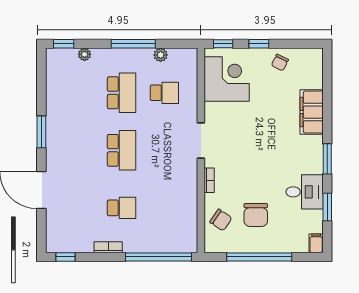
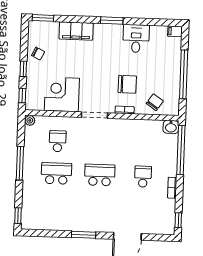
plant: (85, 54) -> (27, 200), removed
plant: (161, 55) -> (30, 120), moved
corner desk: (227, 79) -> (62, 94), moved
window: (327, 207) -> (43, 18), moved
chair: (256, 215) -> (127, 84), moved
washbasin: (189, 243) -> (171, 127), added

